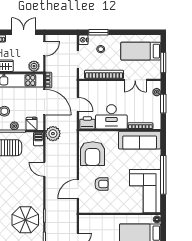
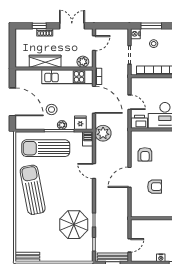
armchair: (93, 154) -> (145, 154), width x0.53, depth x0.53
door: (78, 189) -> (129, 177), moved

